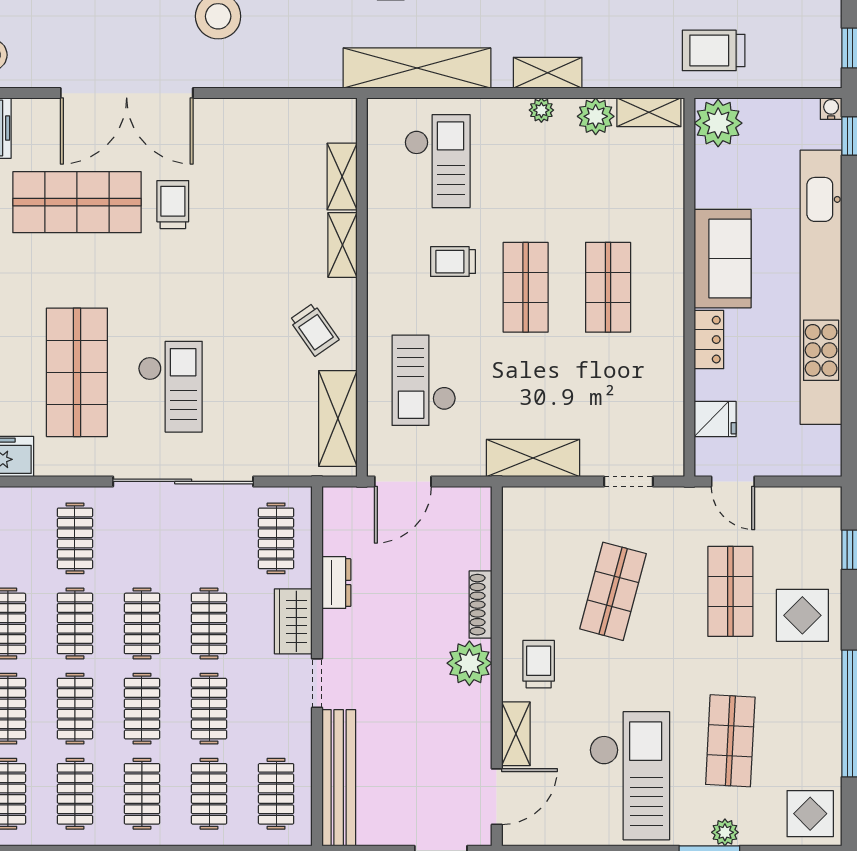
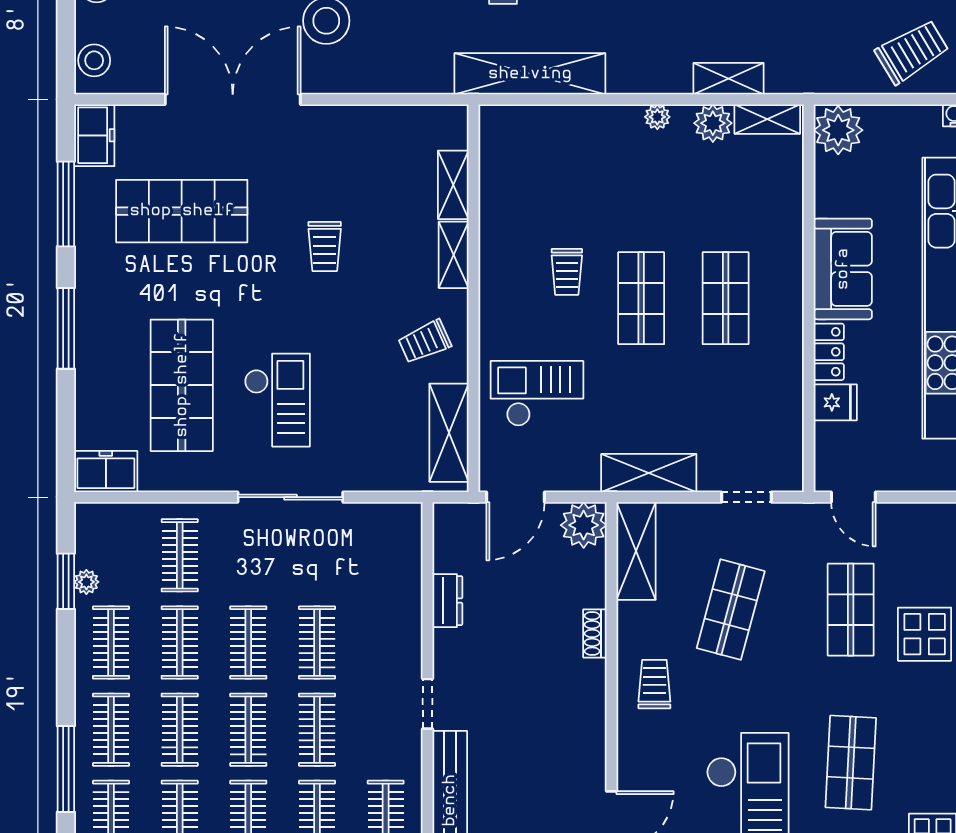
trolley: (714, 50) -> (912, 52), moved, turned 149
shelving: (548, 73) -> (729, 79), moved
double door: (127, 93) -> (233, 99), swing flipped
checkout: (437, 161) -> (551, 169), removed
trolley: (173, 205) -> (325, 246), moved, turned 180
trolley: (453, 262) -> (567, 272), turned -90
trolley: (314, 330) -> (425, 342), turned 101
checkout: (424, 380) -> (537, 393), turned 90
fridge: (715, 419) -> (835, 402), moved
sliding door: (183, 481) -> (290, 497), width x0.73
clothes rail: (276, 538) -> (386, 555), removed
shoe rack: (480, 605) -> (595, 633), width x0.70
wardrobe: (293, 621) -> (403, 640), removed
plant: (469, 663) -> (584, 525), moved
shelving: (516, 734) -> (636, 551), moved, width x1.50, depth x1.33

